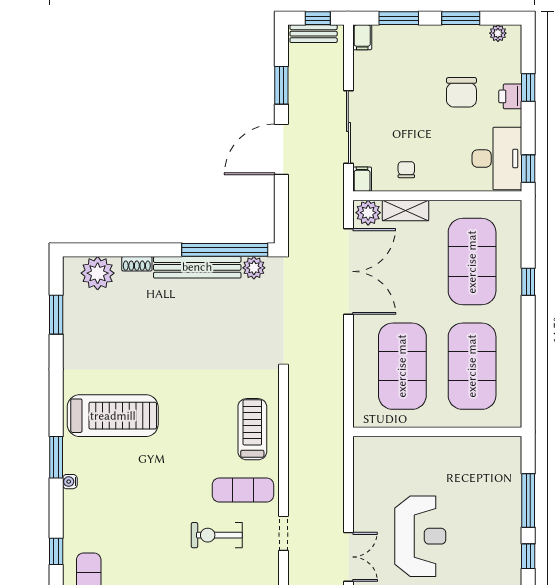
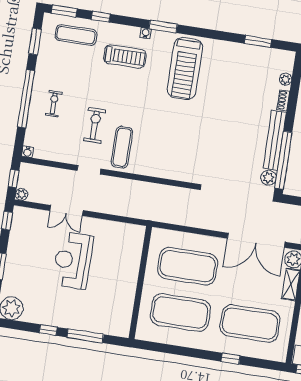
plant: (98, 273) -> (286, 79), width x0.53, depth x0.53
treadmill: (252, 429) -> (125, 57), moved
reception desk: (420, 536) -> (73, 260), turned 90

